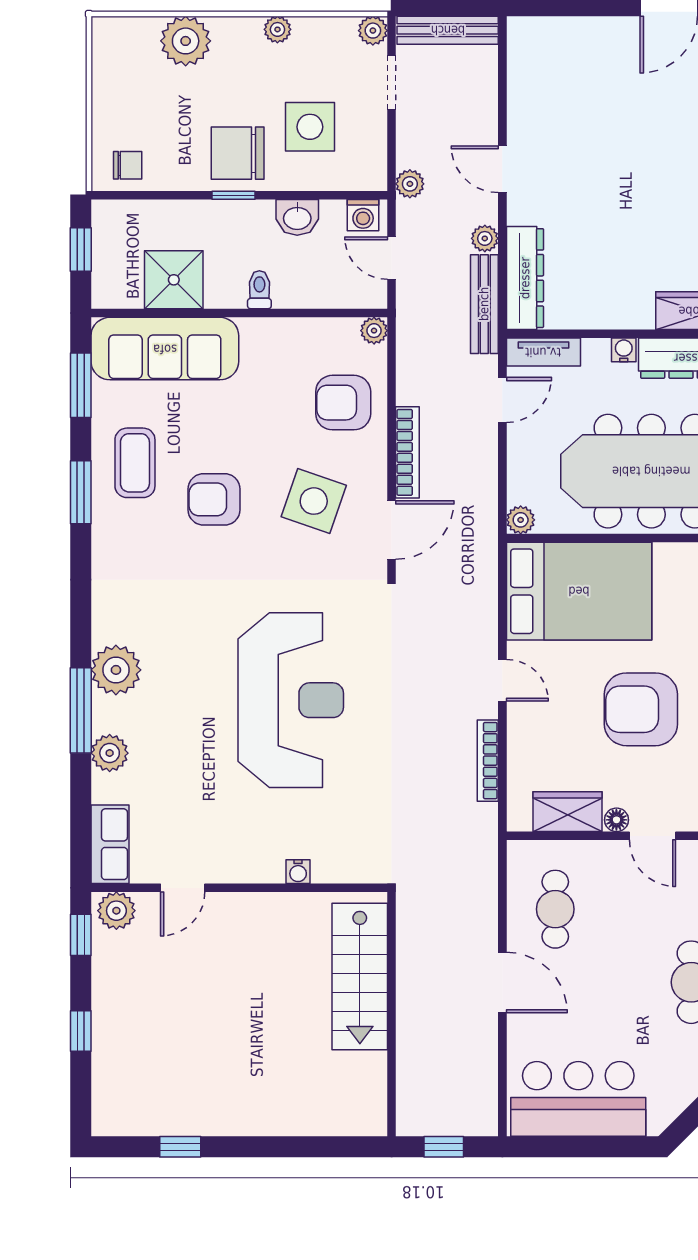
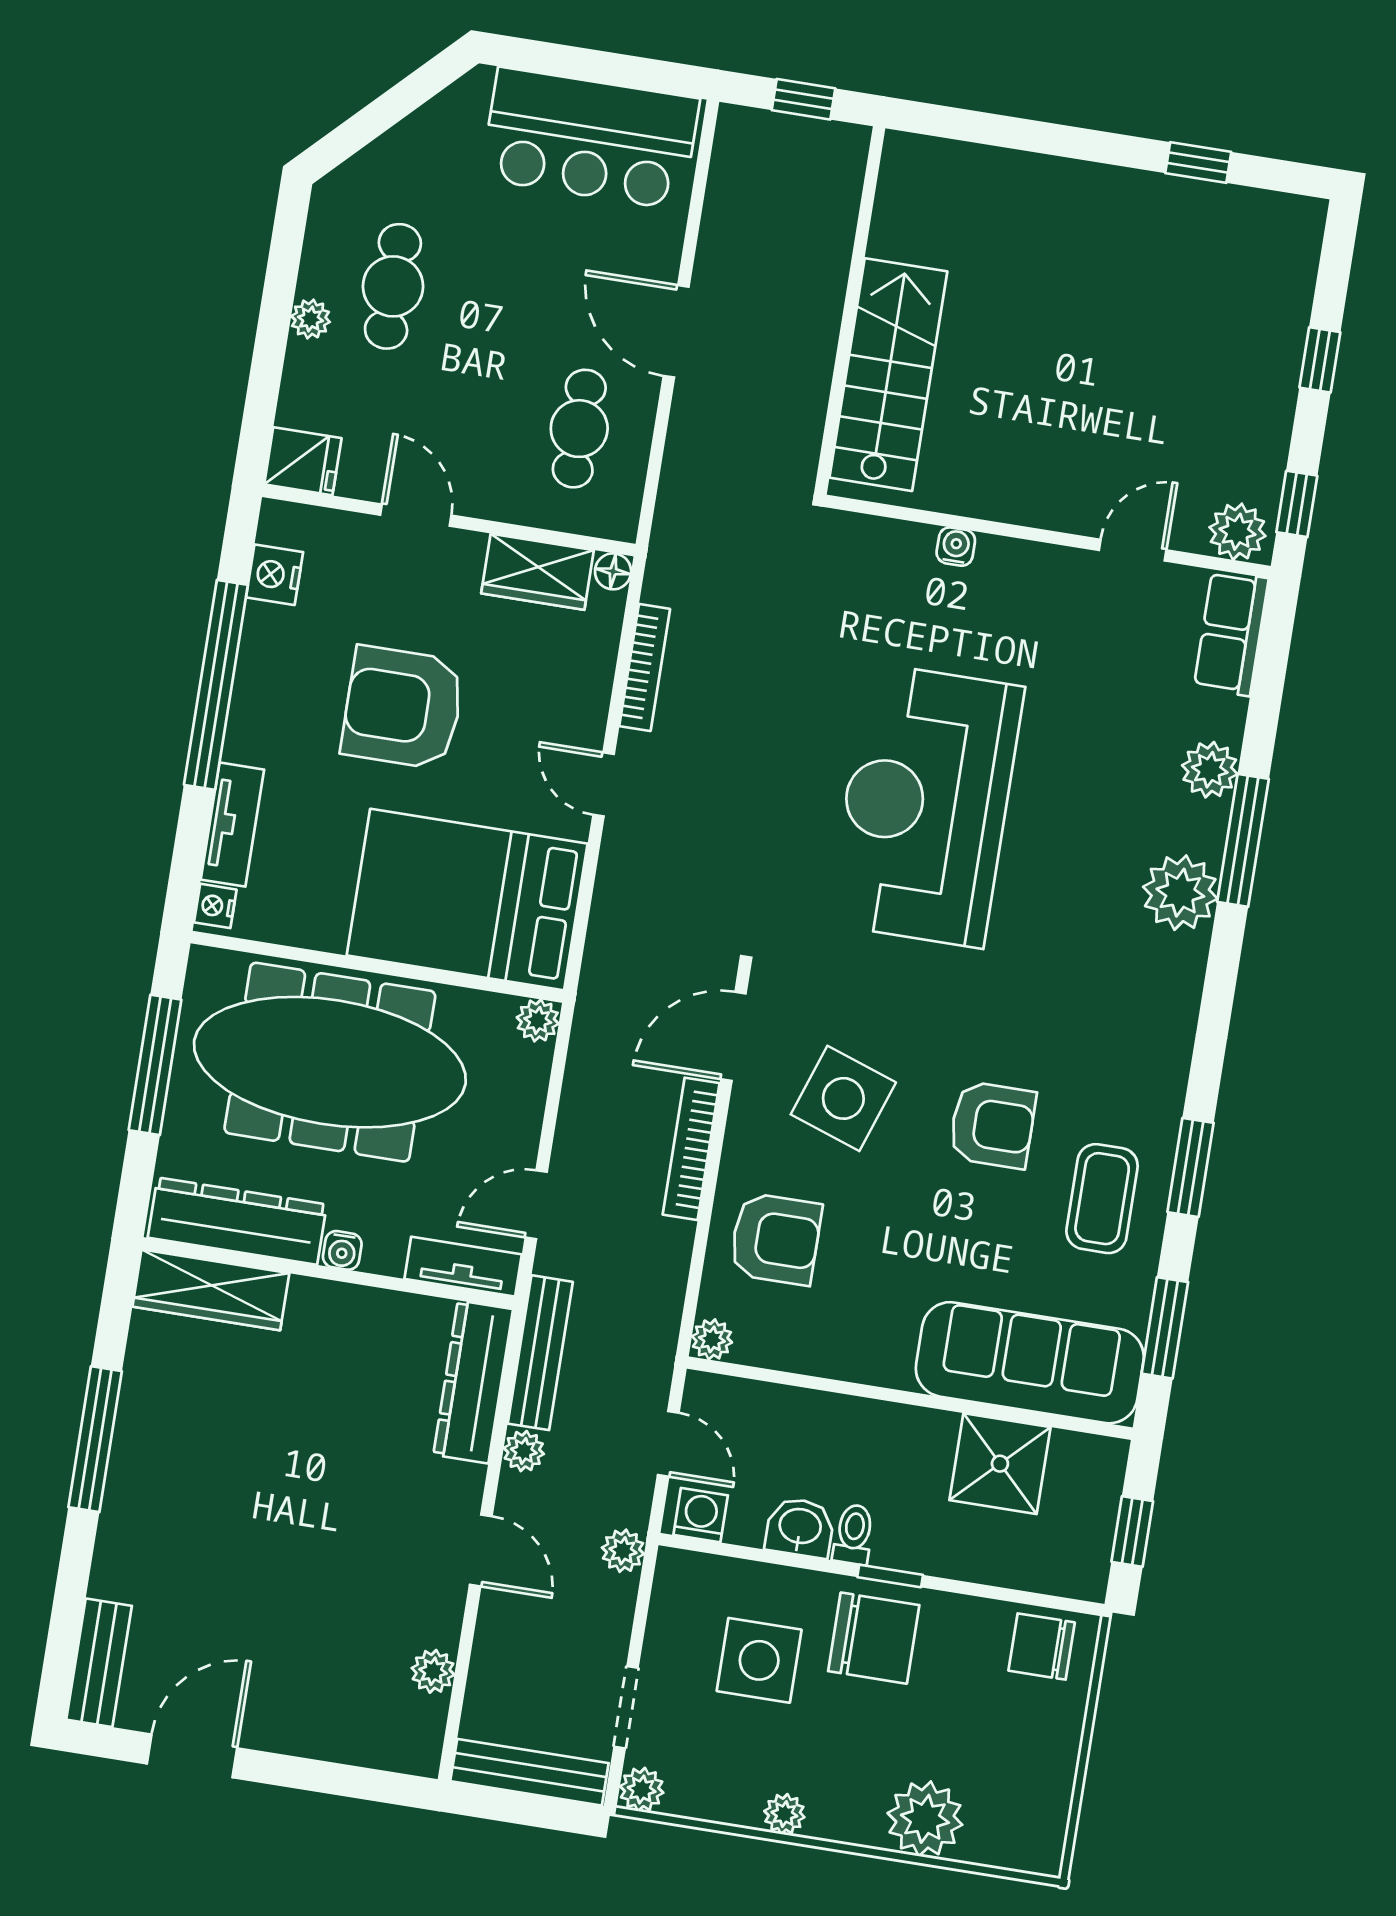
plant: (521, 86) -> (433, 1671), added
chair: (128, 165) -> (1042, 1646), width x1.37, depth x1.37
toilet: (259, 290) -> (854, 1534), moved, turned 180
armchair: (641, 709) -> (403, 708), turned 180
floor lamp: (616, 820) -> (613, 571), moved

